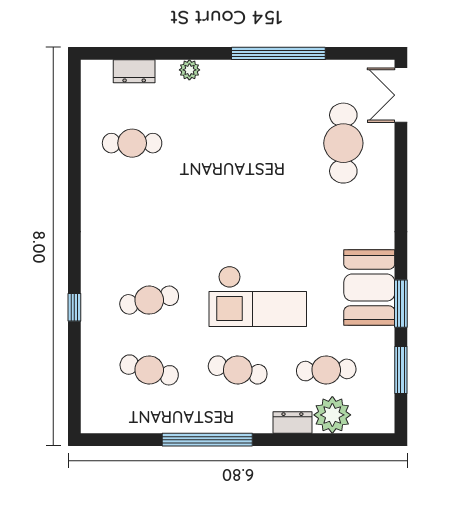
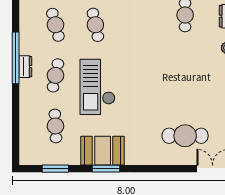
window: (401, 304) -> (106, 169), moved
cafe table: (149, 370) -> (55, 25), turned -30
plant: (332, 415) -> (30, 129), removed
dresser: (292, 423) -> (25, 67), moved

